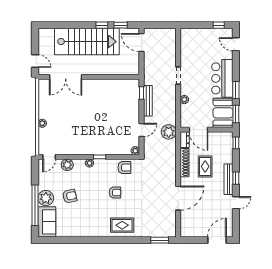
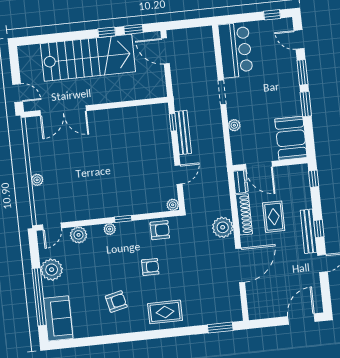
bar counter: (222, 78) -> (235, 50), moved, turned 180
window: (236, 114) -> (302, 72), moved
plant: (169, 132) -> (223, 227), moved
armchair: (70, 196) -> (116, 302), moved
plant: (46, 198) -> (52, 270), moved

